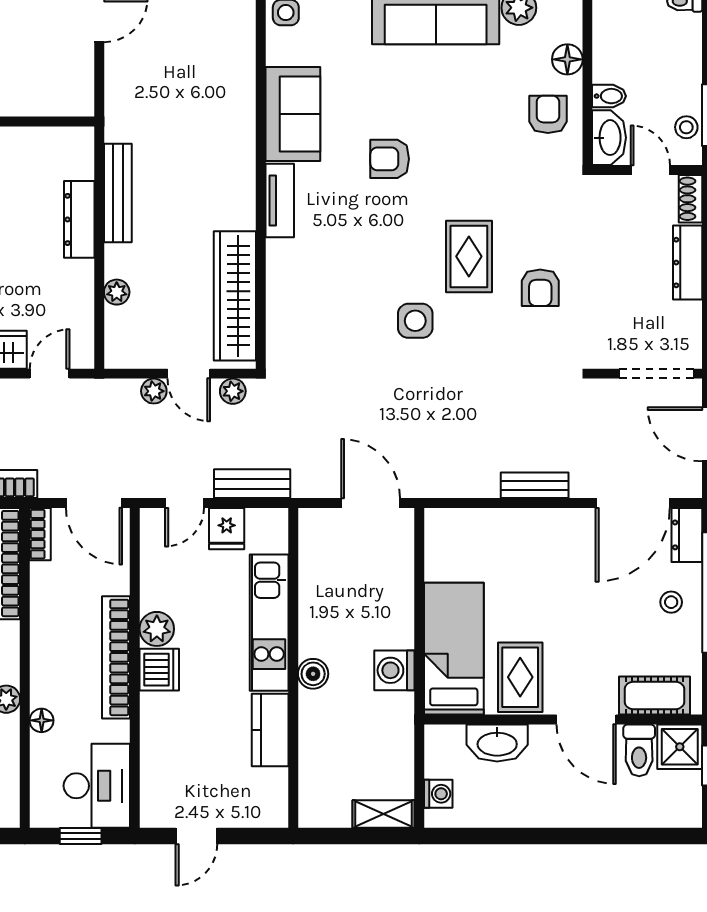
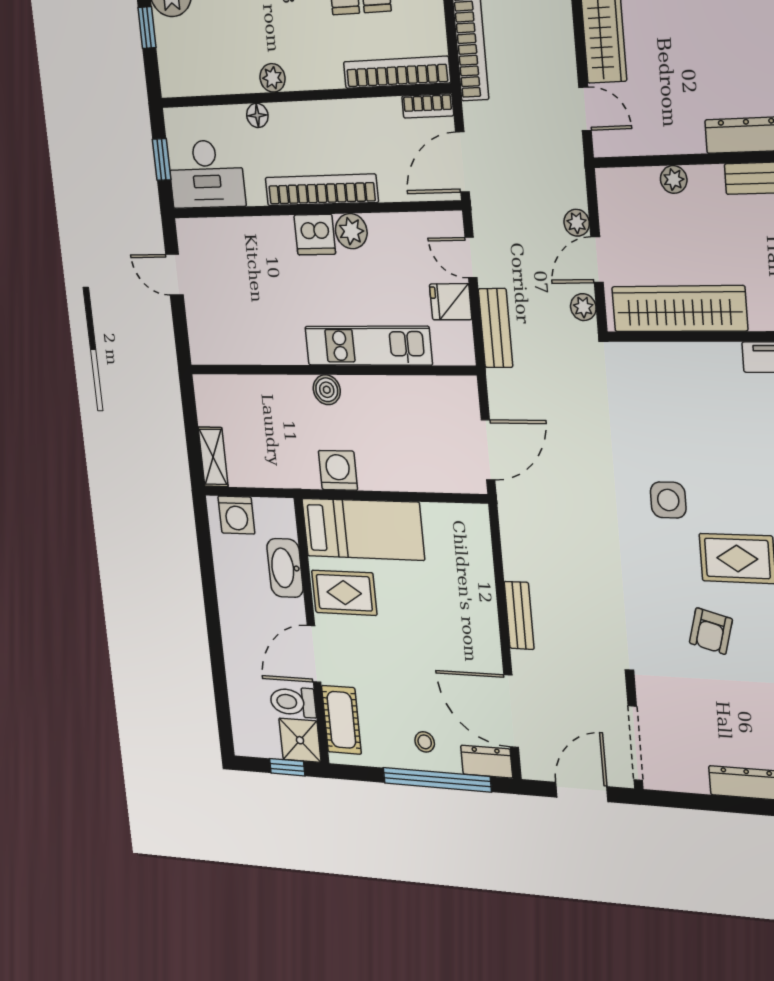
armchair: (540, 288) -> (711, 631), turned -75
kitchen counter: (270, 730) -> (273, 347), removed
washing machine: (438, 794) -> (236, 515), width x1.38, depth x1.38

